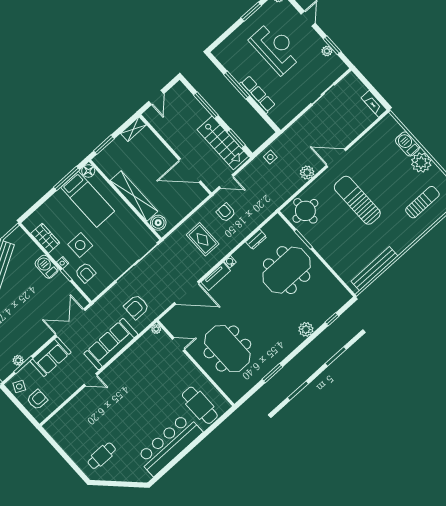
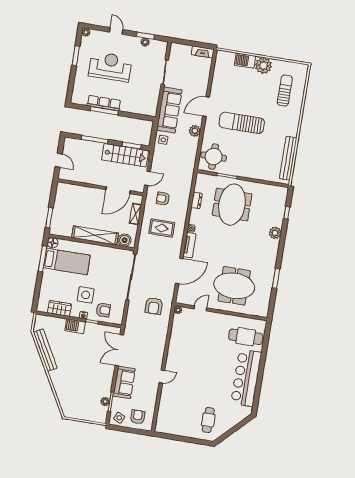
row of seats: (257, 94) -> (104, 103), moved
shelving: (133, 129) -> (136, 214), moved
sofa: (111, 344) -> (169, 110), moved, turned 180

